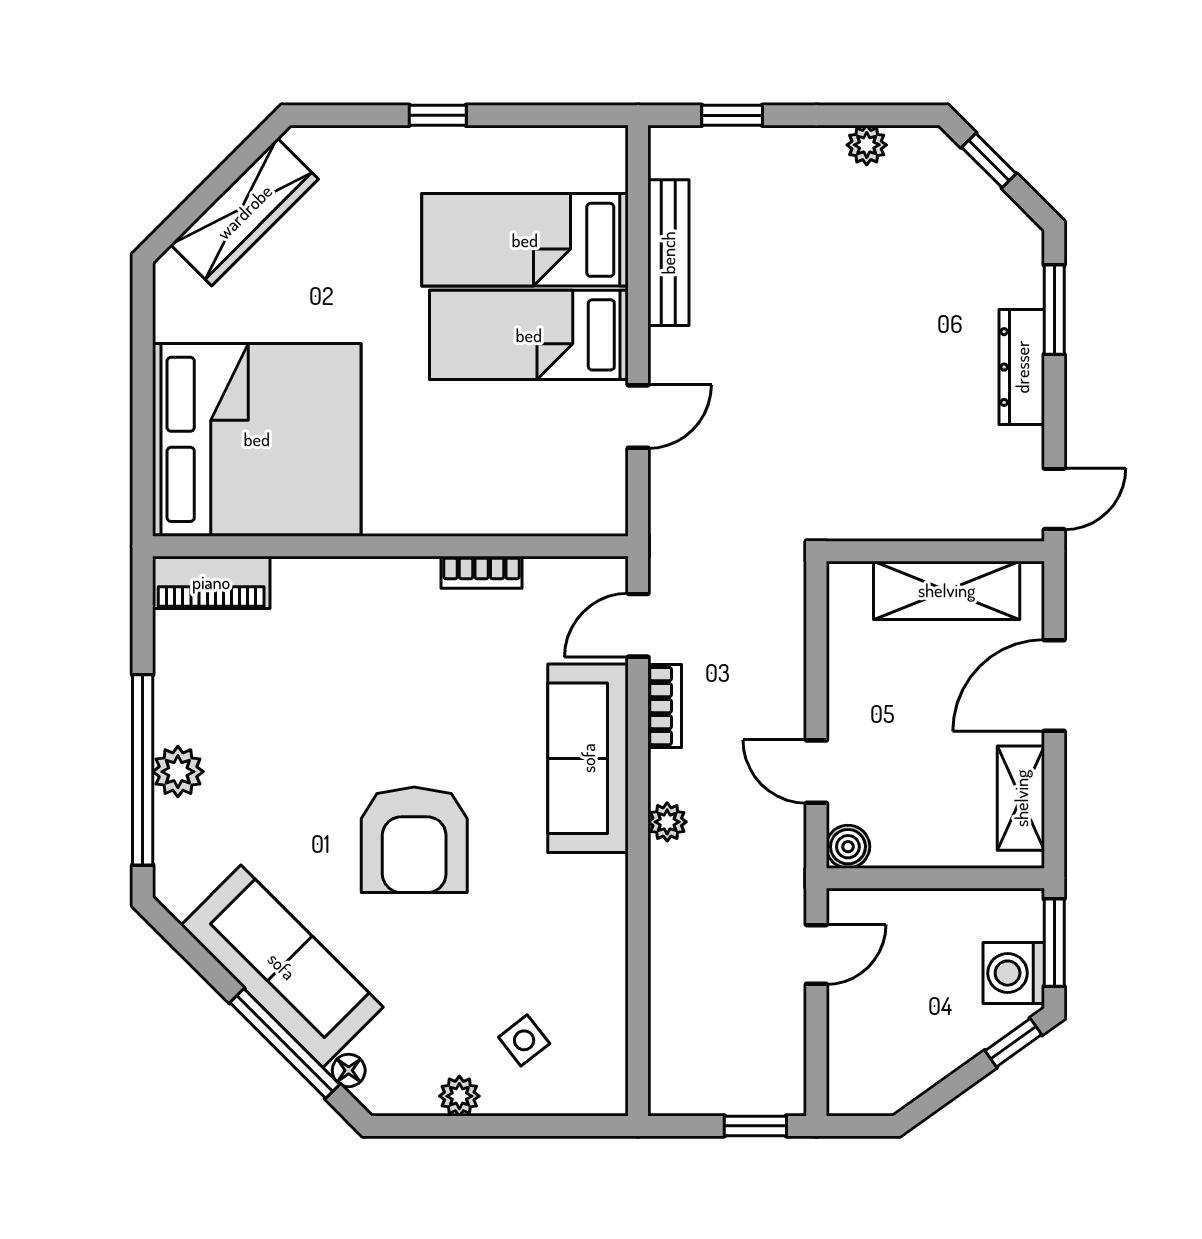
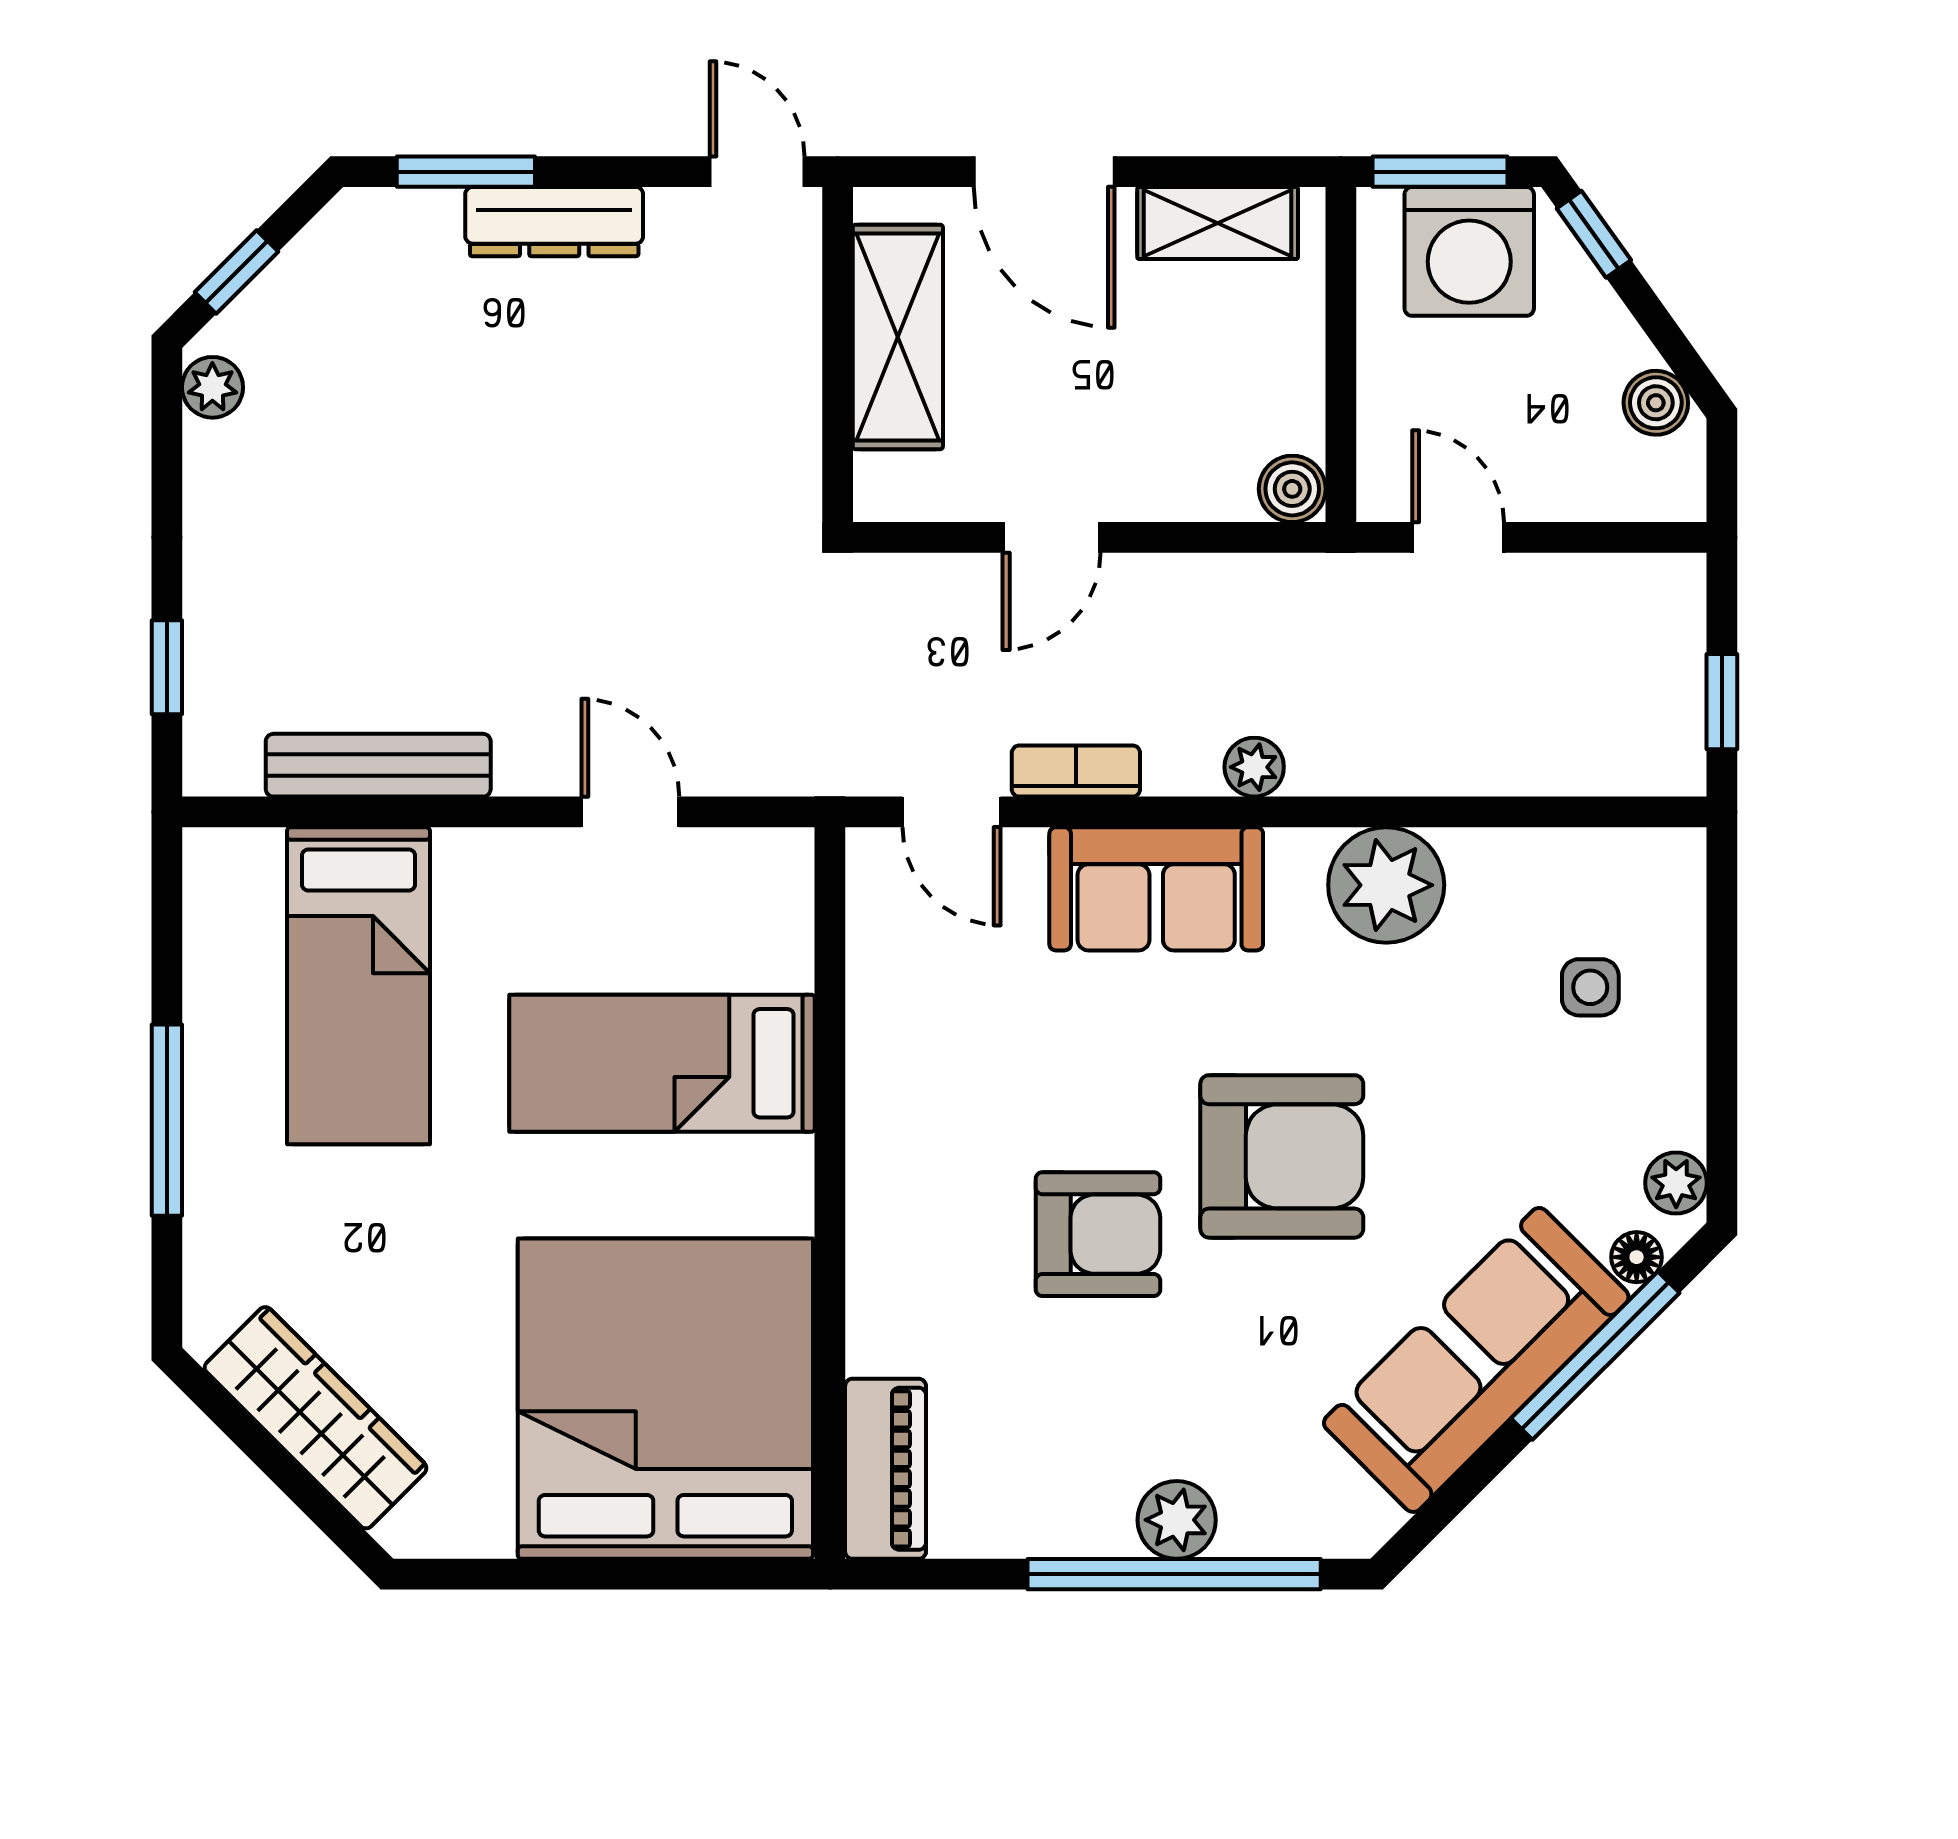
window: (438, 115) -> (167, 1120), width x2.17
plant: (867, 145) -> (212, 387), moved
bed: (529, 335) -> (662, 1063), moved, turned 90
bookcase: (482, 572) -> (870, 1053), removed
armchair: (364, 720) -> (1098, 1234), added
sofa: (588, 758) -> (1156, 889), width x0.73
door: (816, 772) -> (1052, 537), moved
plant: (591, 908) -> (1386, 885), added
washing machine: (1014, 973) -> (1469, 251), width x1.37, depth x1.37
side table: (524, 1040) -> (1590, 987), turned 38
boiler: (904, 1083) -> (1656, 403), added
plant: (459, 1096) -> (1676, 1183), moved
window: (755, 1126) -> (1722, 702), moved

